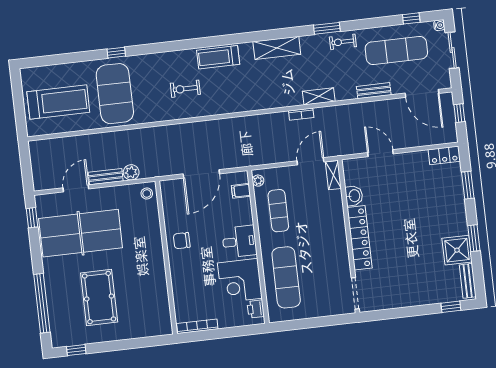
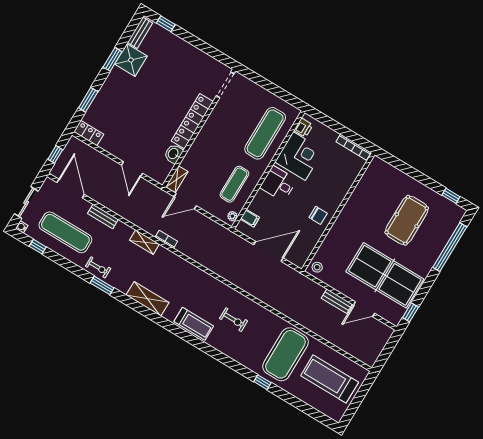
plant: (131, 172) -> (317, 290), removed

